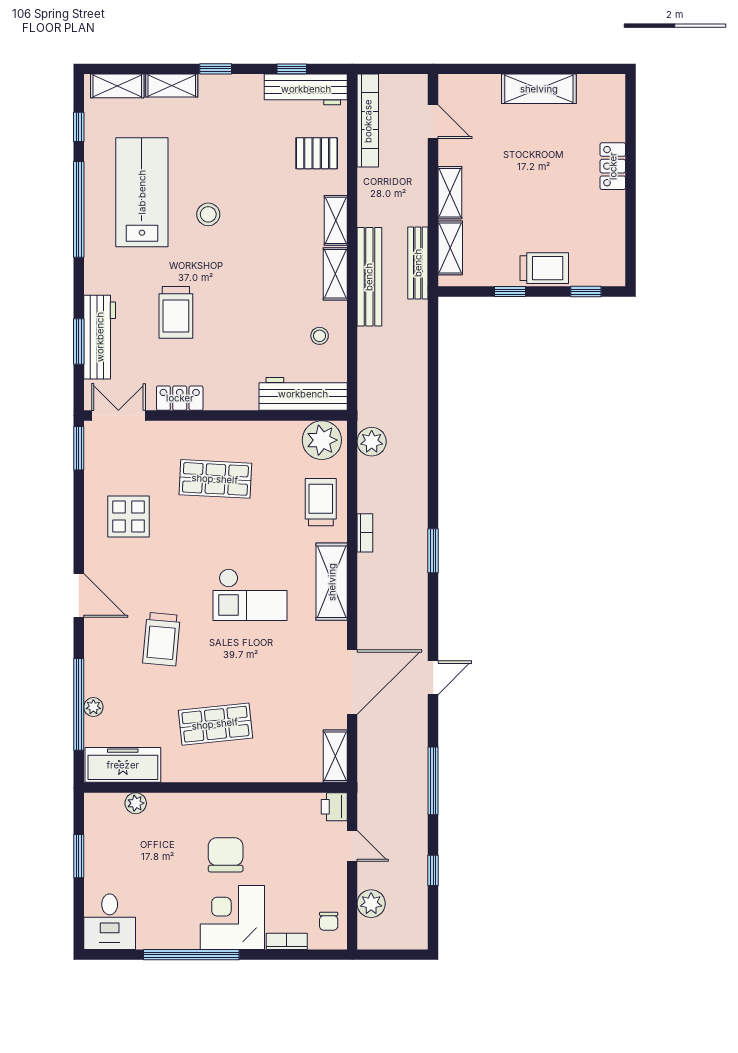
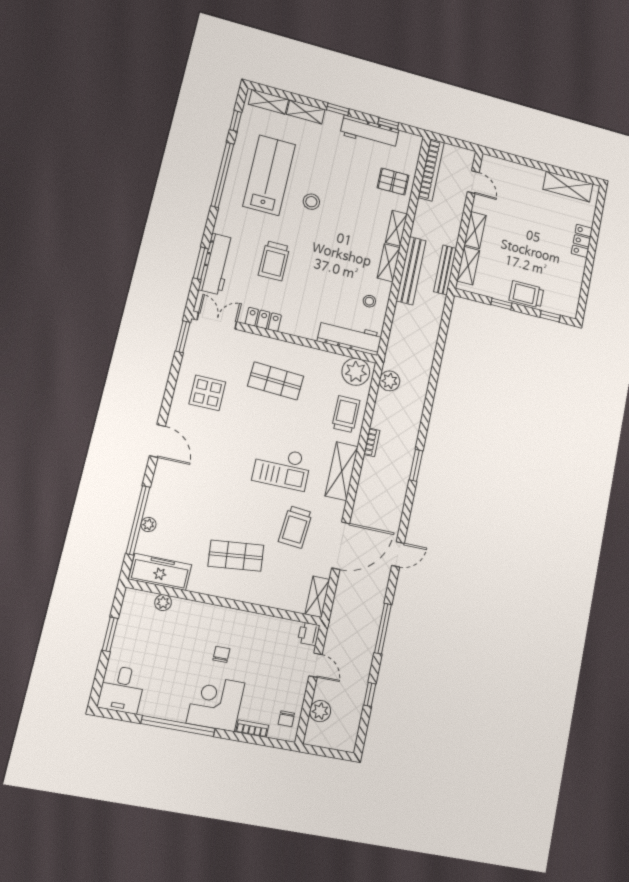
workbench: (306, 89) -> (370, 132), moved
shelving: (539, 89) -> (568, 186), moved
trolley: (544, 268) -> (526, 294), turned 180
trolley: (161, 639) -> (295, 527), moved
chair: (226, 855) -> (221, 654), width x0.54, depth x0.54

